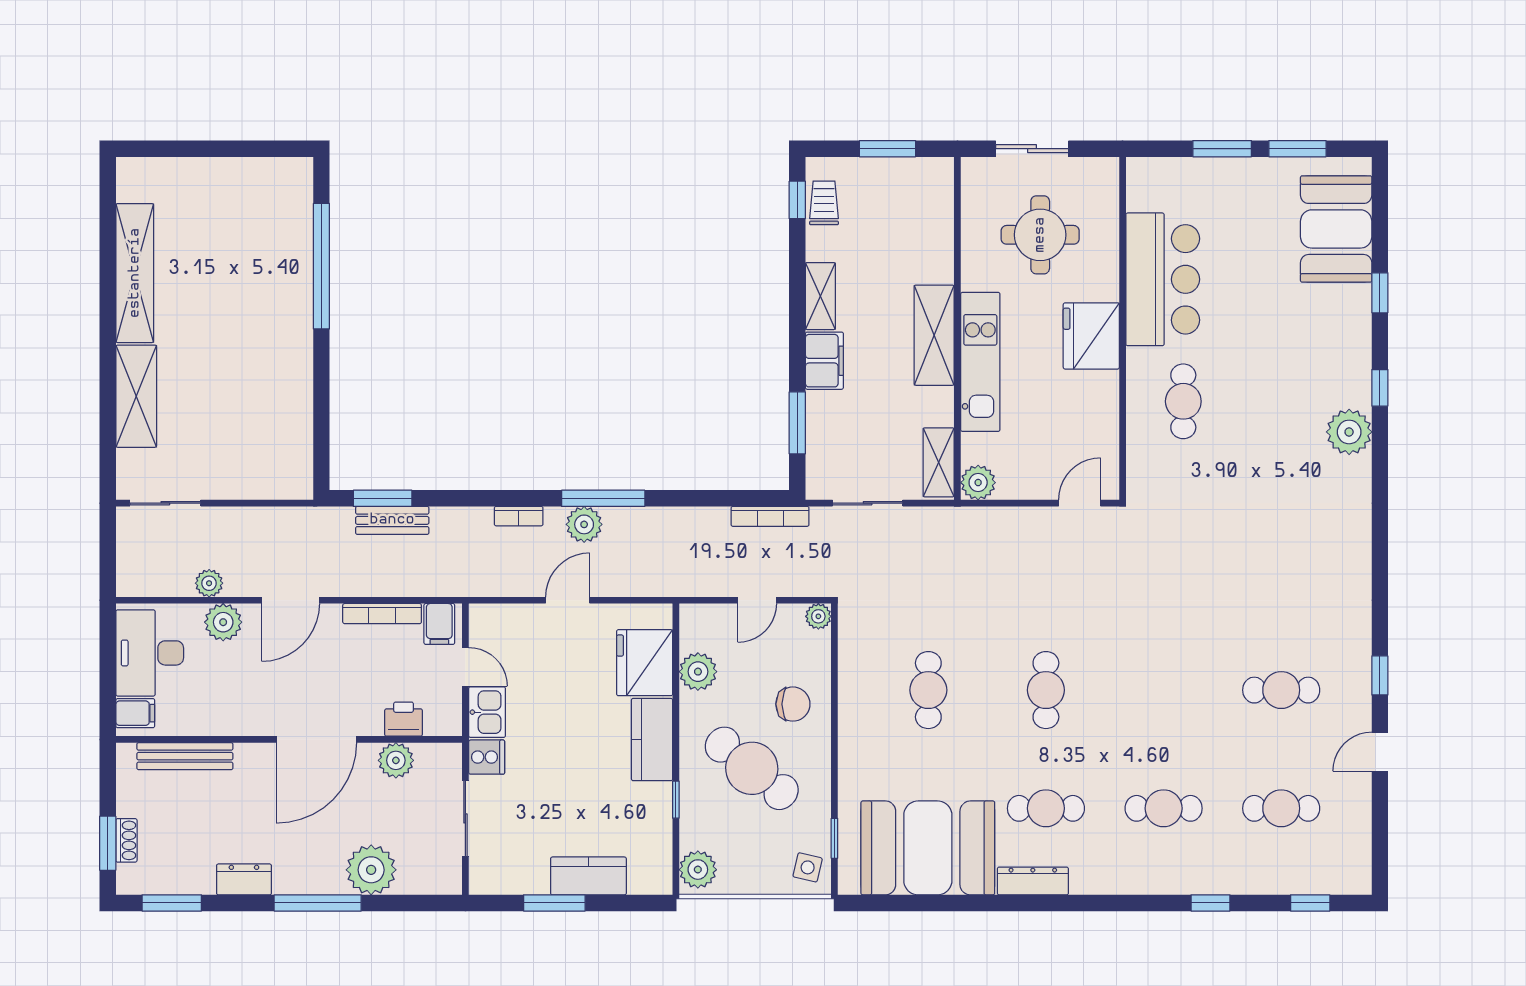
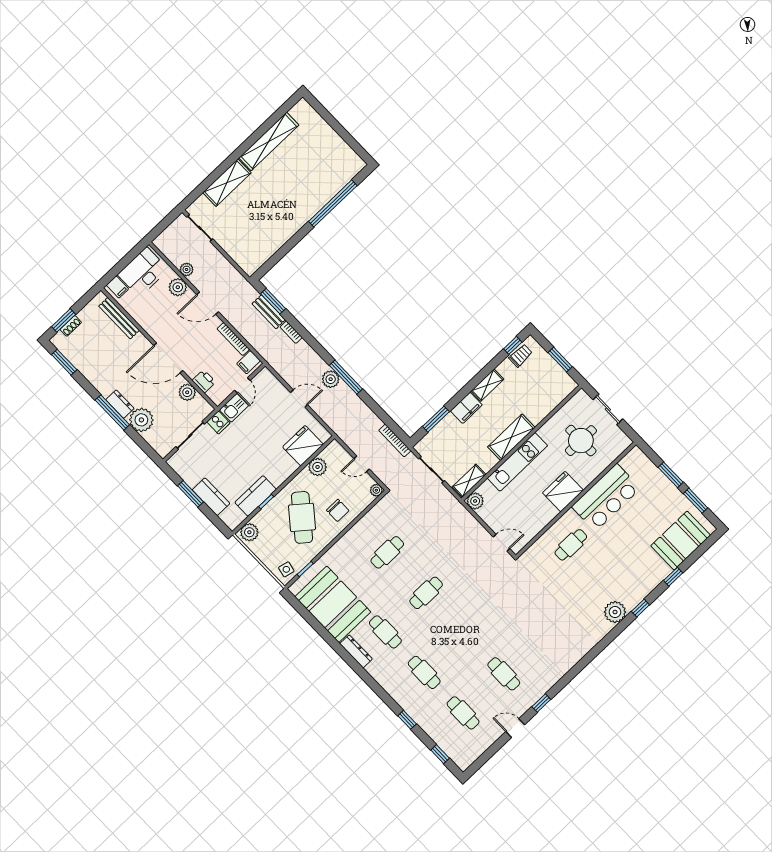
bookcase: (519, 516) -> (291, 332), moved
kitchen counter: (652, 740) -> (256, 496), moved
dresser: (244, 879) -> (120, 404), moved

